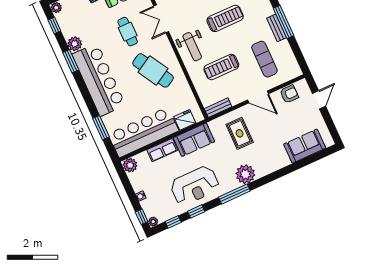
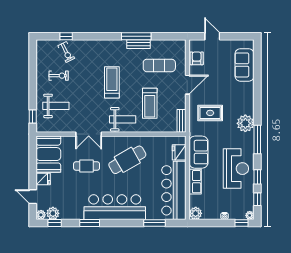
plant: (75, 44) -> (53, 213), moved

